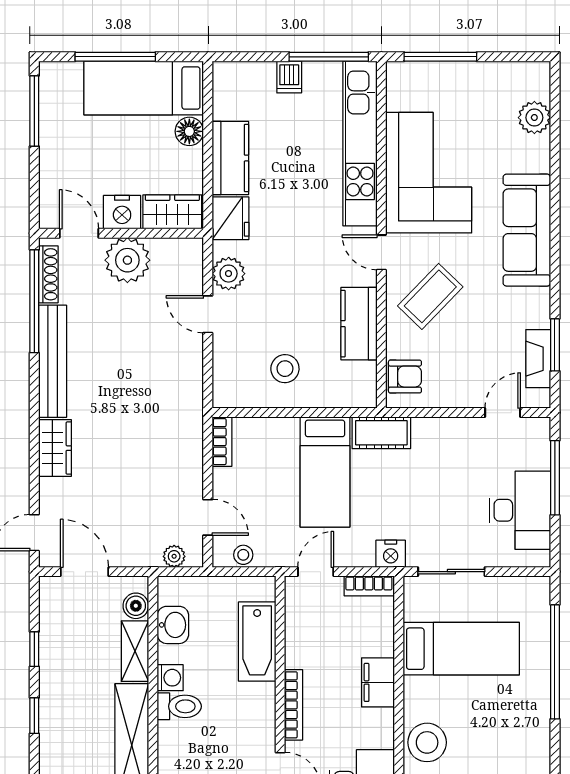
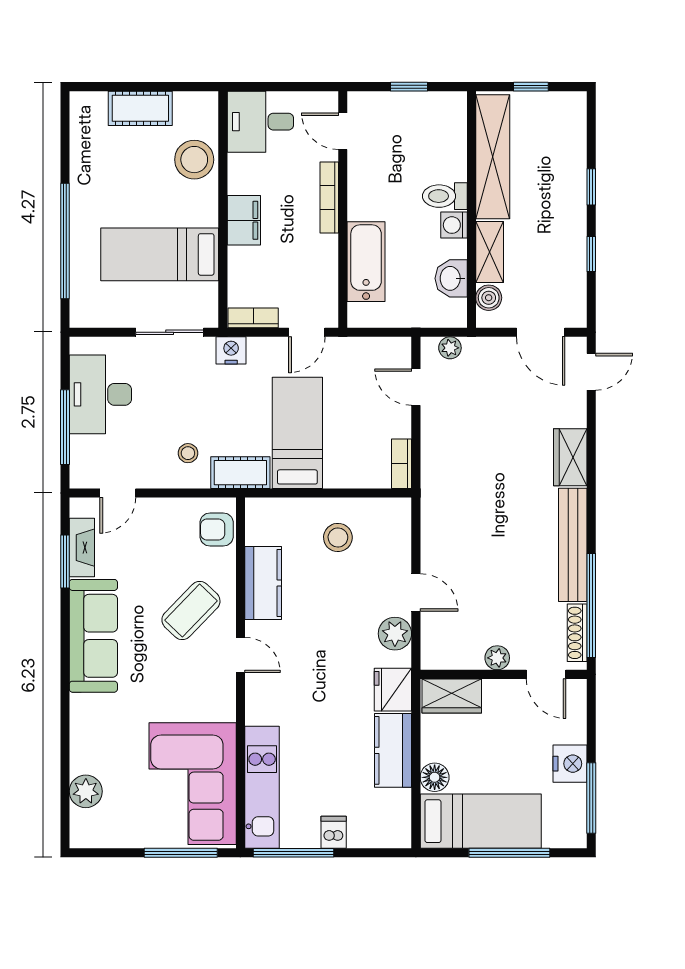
kitchen unit: (360, 144) -> (262, 787), width x0.73
corner sofa: (429, 173) -> (193, 784), moved
nightstand: (122, 212) -> (570, 764), moved, turned 90
sofa: (527, 230) -> (93, 636), moved
plant: (127, 260) -> (497, 658), width x0.53, depth x0.53
stool: (243, 555) -> (188, 453), moved

